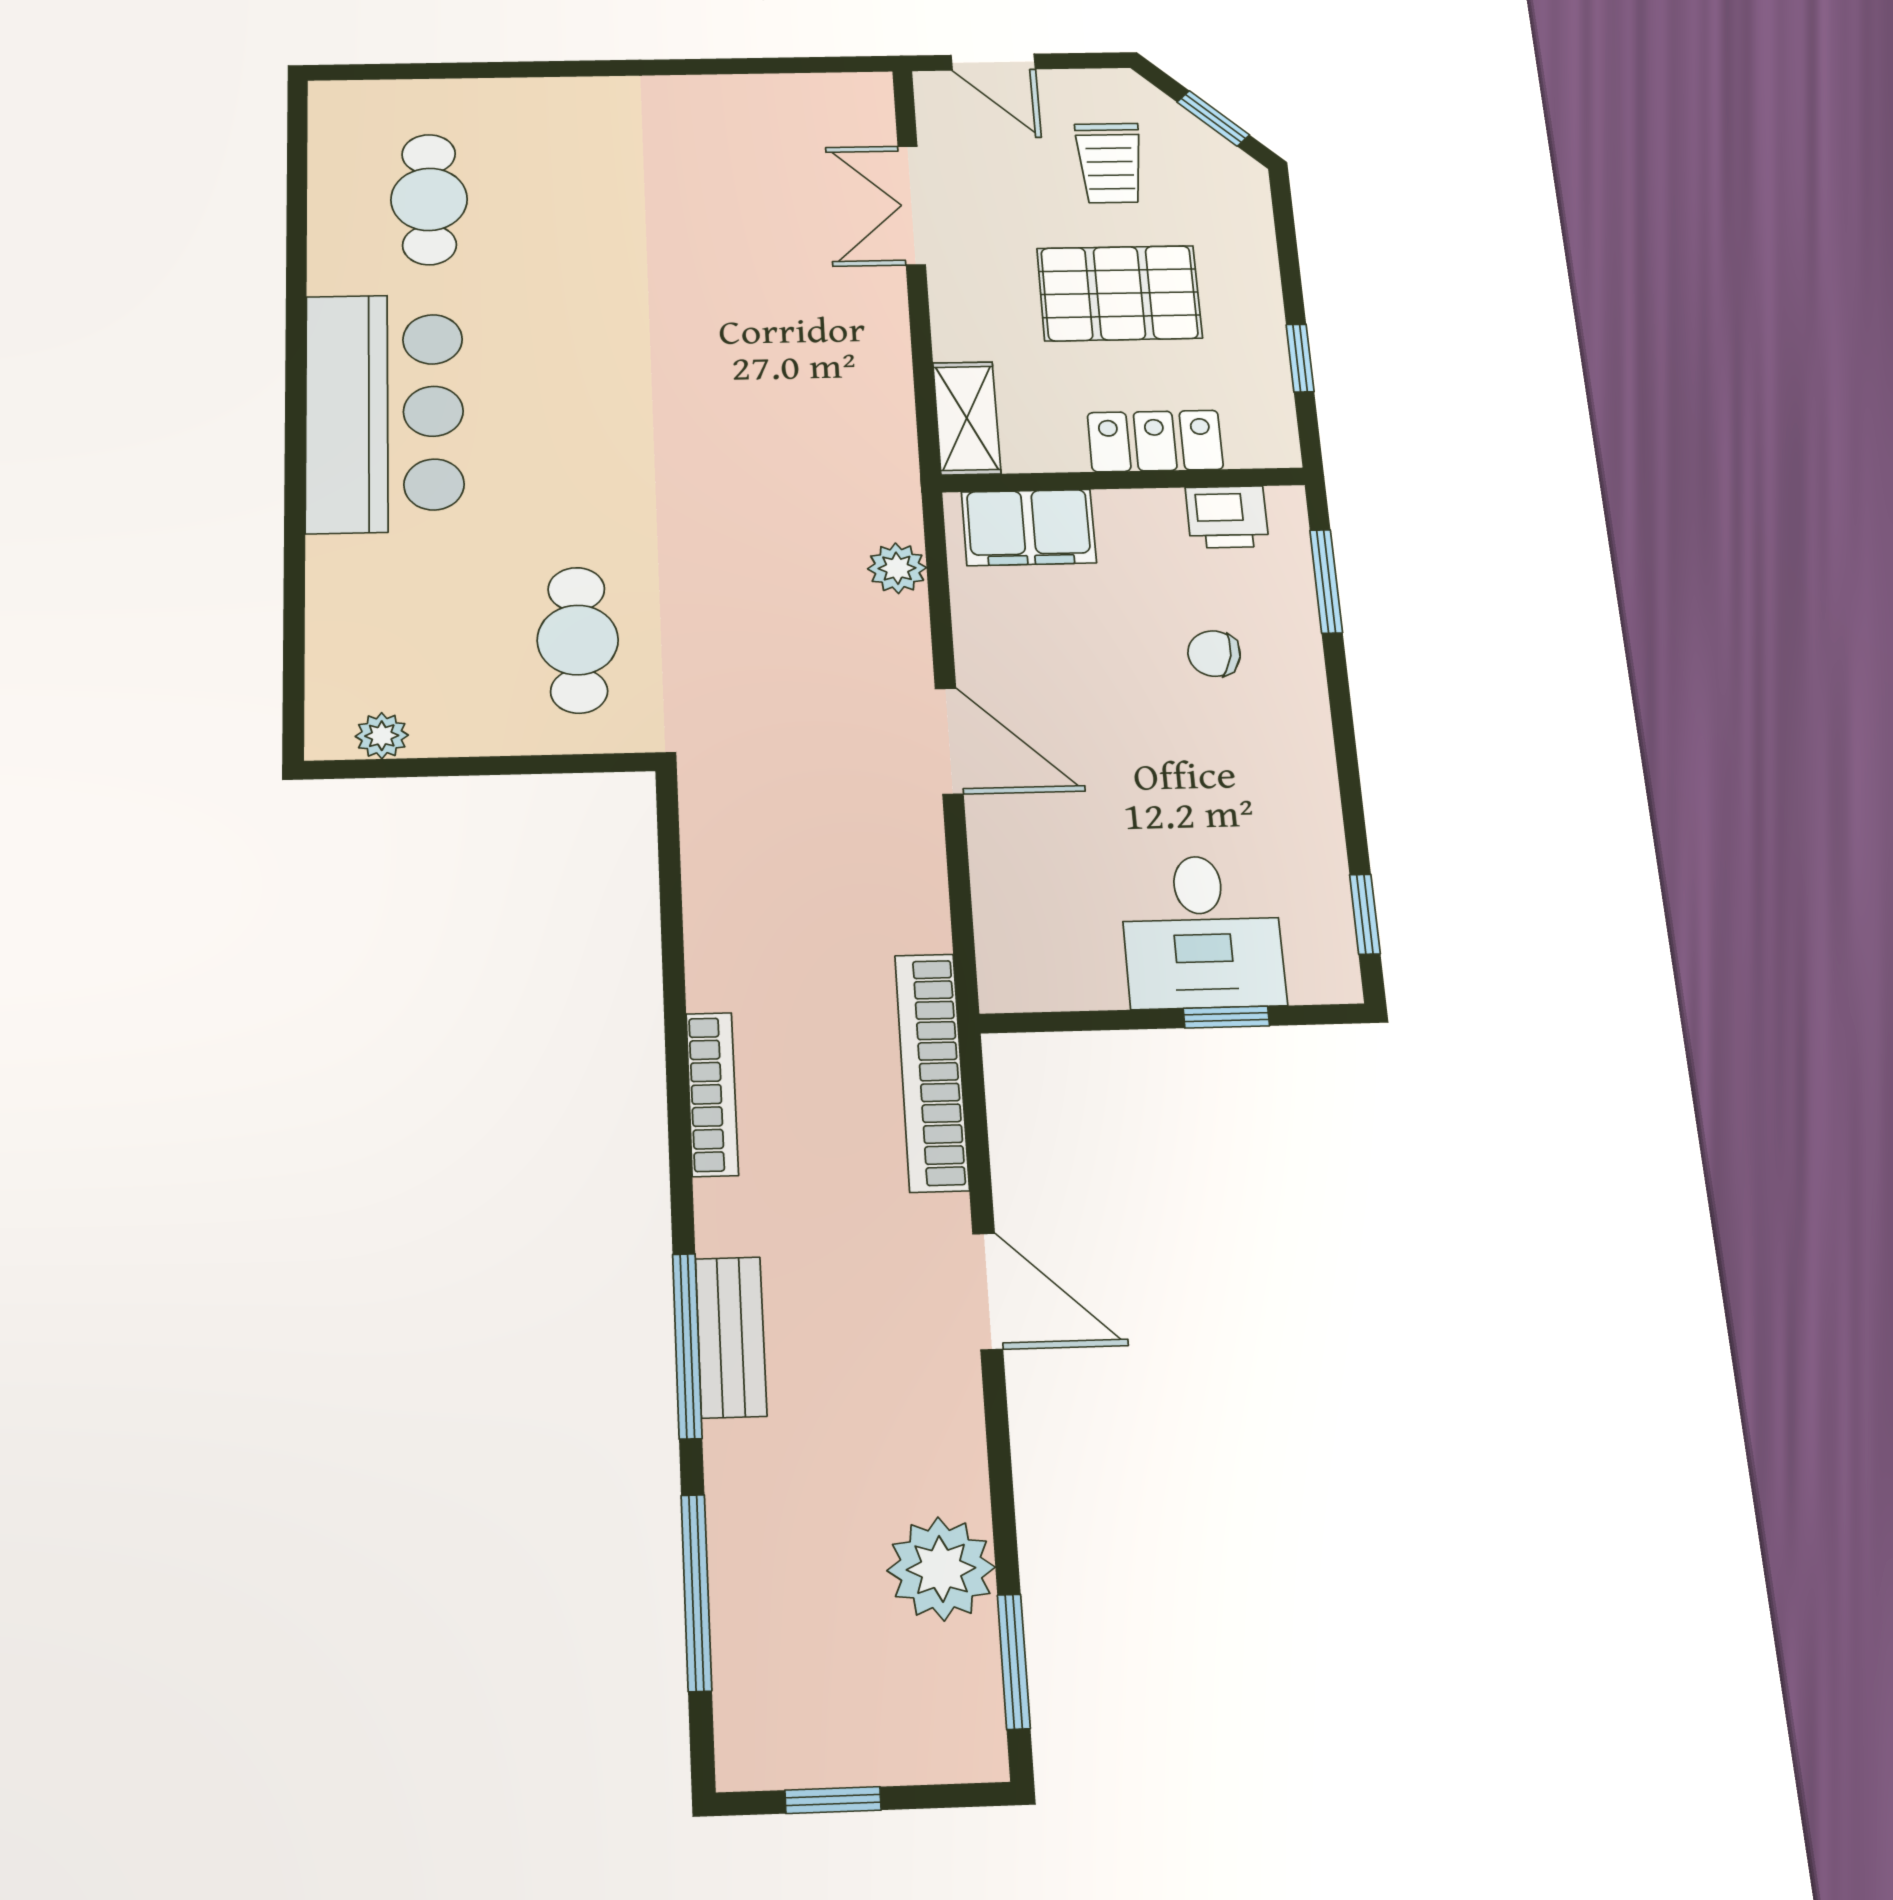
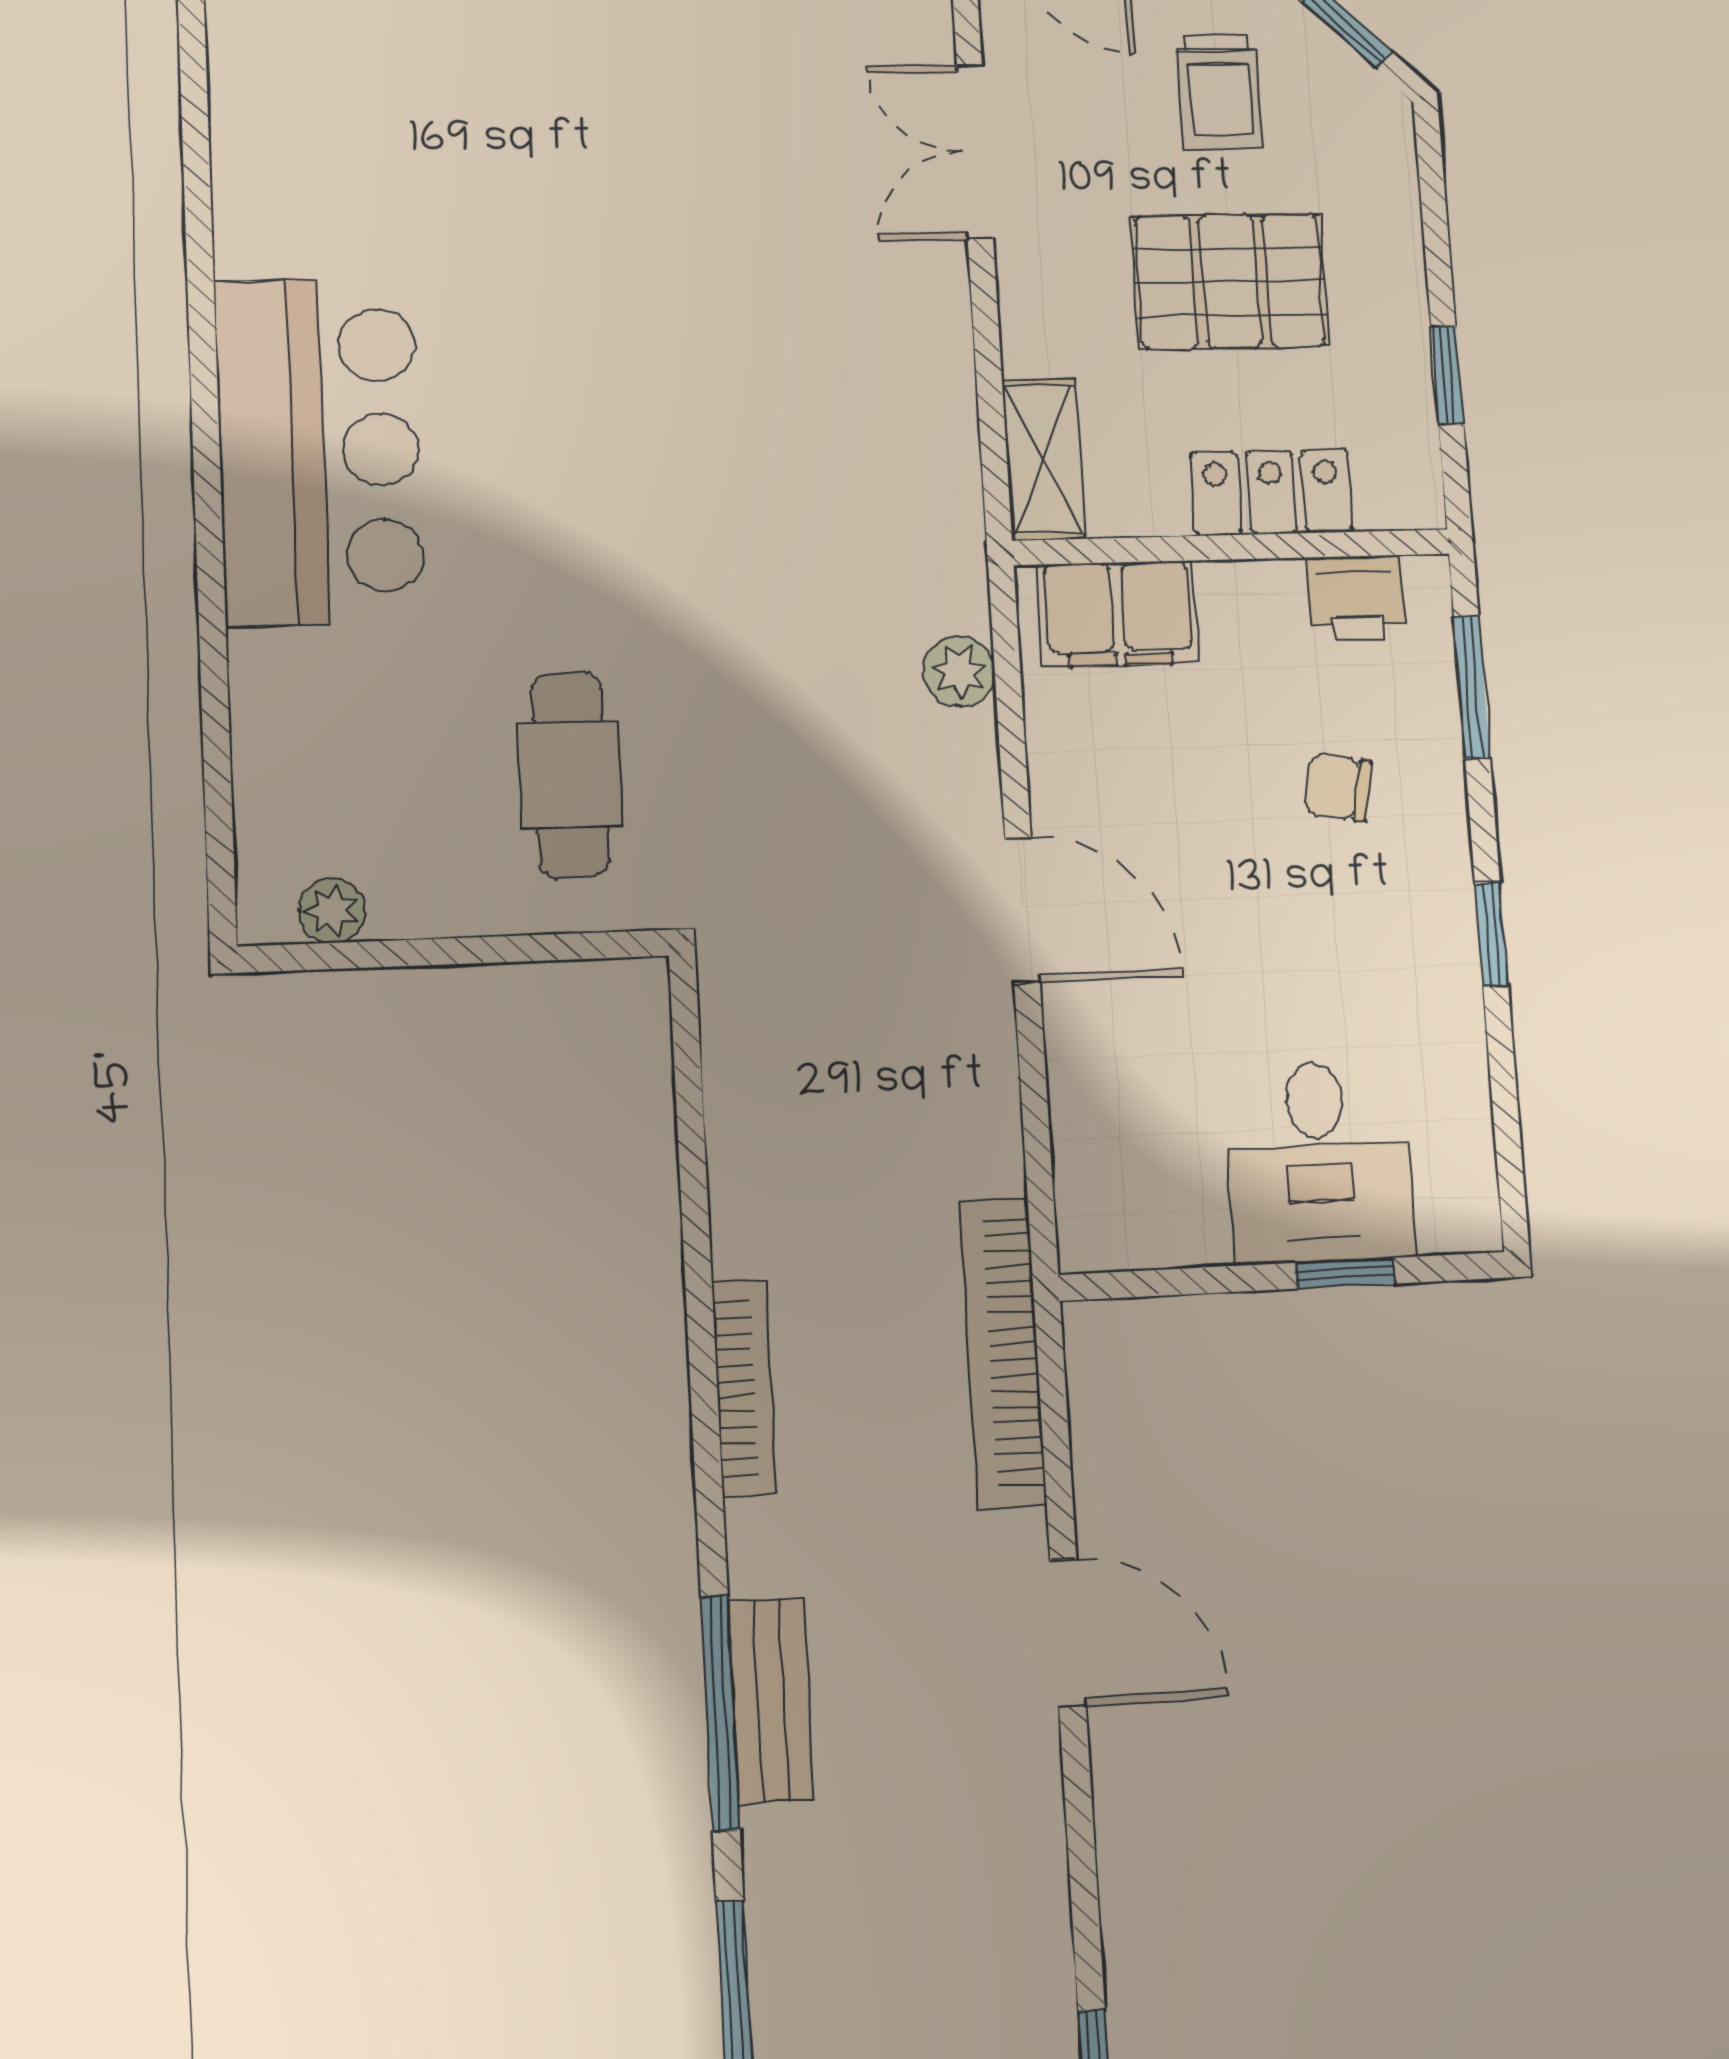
cafe table: (429, 199) -> (366, 138), removed
window: (1365, 914) -> (1492, 934), moved
plant: (941, 1569) -> (1015, 1981), removed

